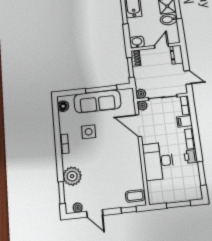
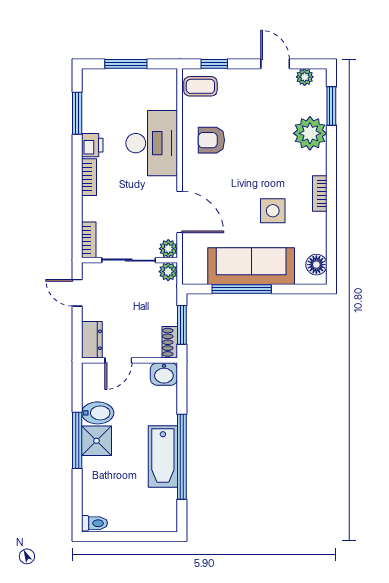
filing cabinet: (184, 121) -> (95, 210), removed
armchair: (126, 166) -> (211, 140), added

